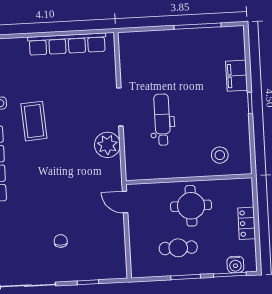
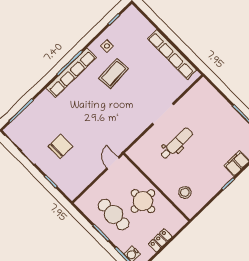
plant: (107, 145) -> (136, 126), removed
chair: (61, 241) -> (60, 146), width x1.87, depth x1.87
cafe table: (178, 248) -> (114, 214), width x1.37, depth x1.35

